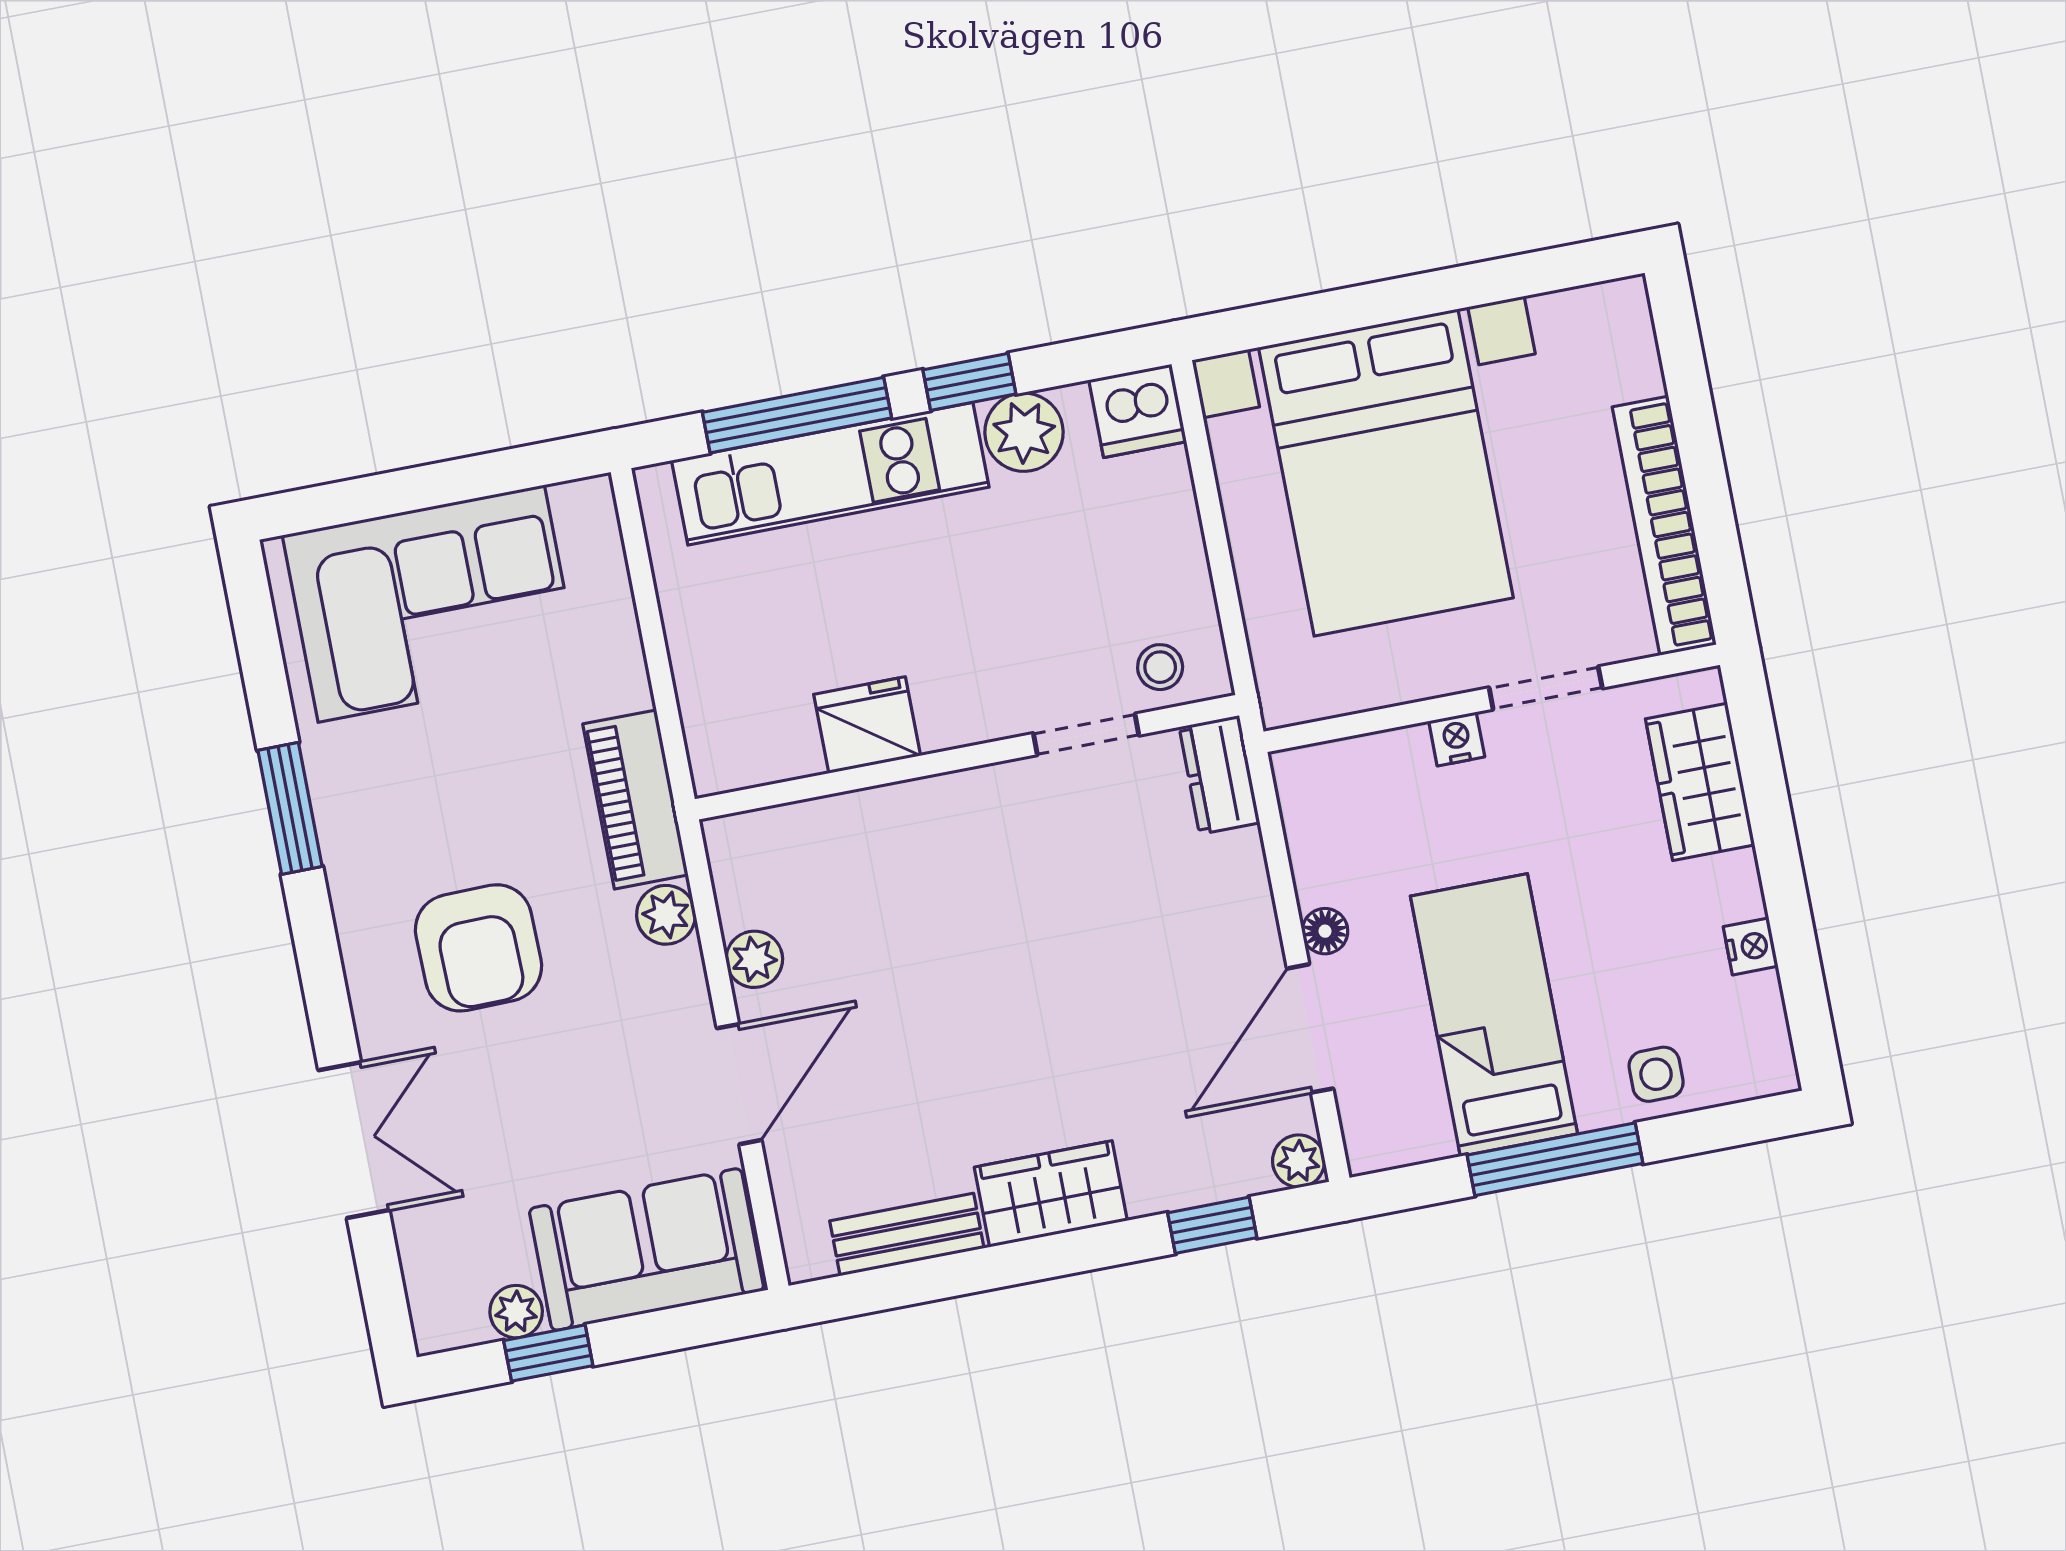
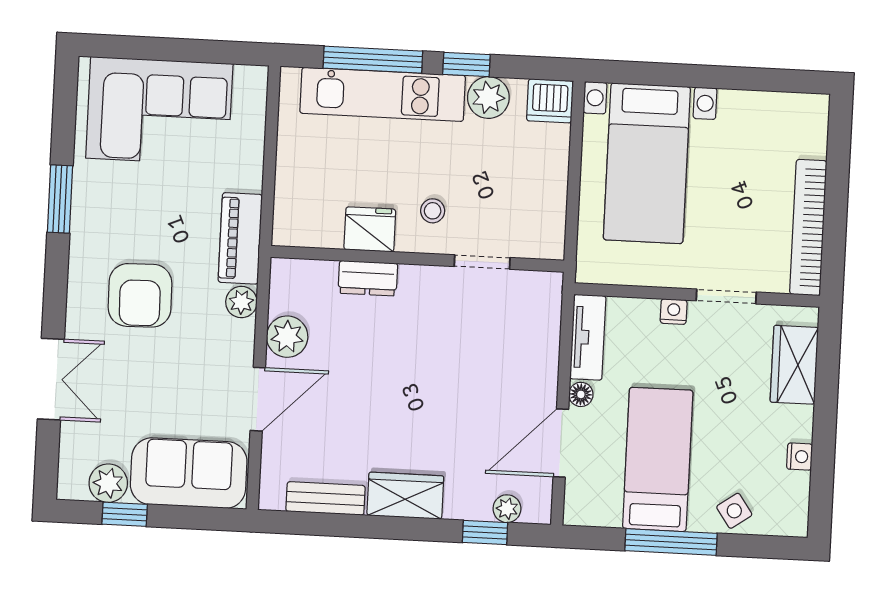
bed with nightstands: (1386, 473) -> (647, 163), width x0.73
stool: (1160, 667) -> (433, 211), moved
dresser: (1219, 775) -> (368, 278), moved, turned -90
tv unit: (1312, 824) -> (588, 337), added
plant: (754, 959) -> (287, 337), width x1.38, depth x1.38
side table: (1656, 1074) -> (734, 511), turned -35
plant: (1299, 1161) -> (507, 509), moved
plant: (516, 1312) -> (108, 483), width x1.38, depth x1.38

